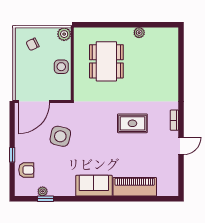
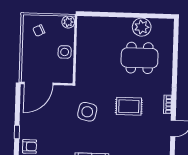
plant: (139, 33) -> (142, 27), width x1.88, depth x1.88
dining table: (106, 61) -> (140, 58), moved, turned 90
side table: (60, 136) -> (87, 112), moved

